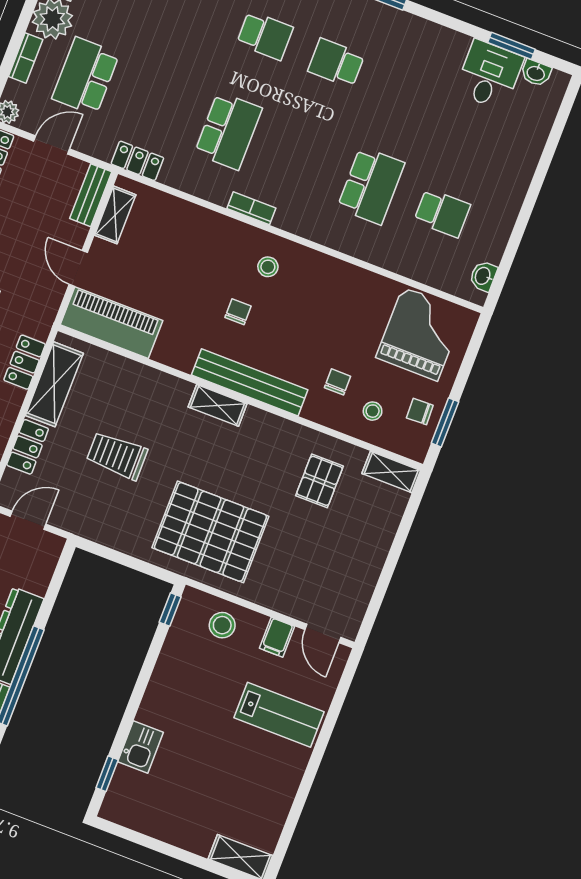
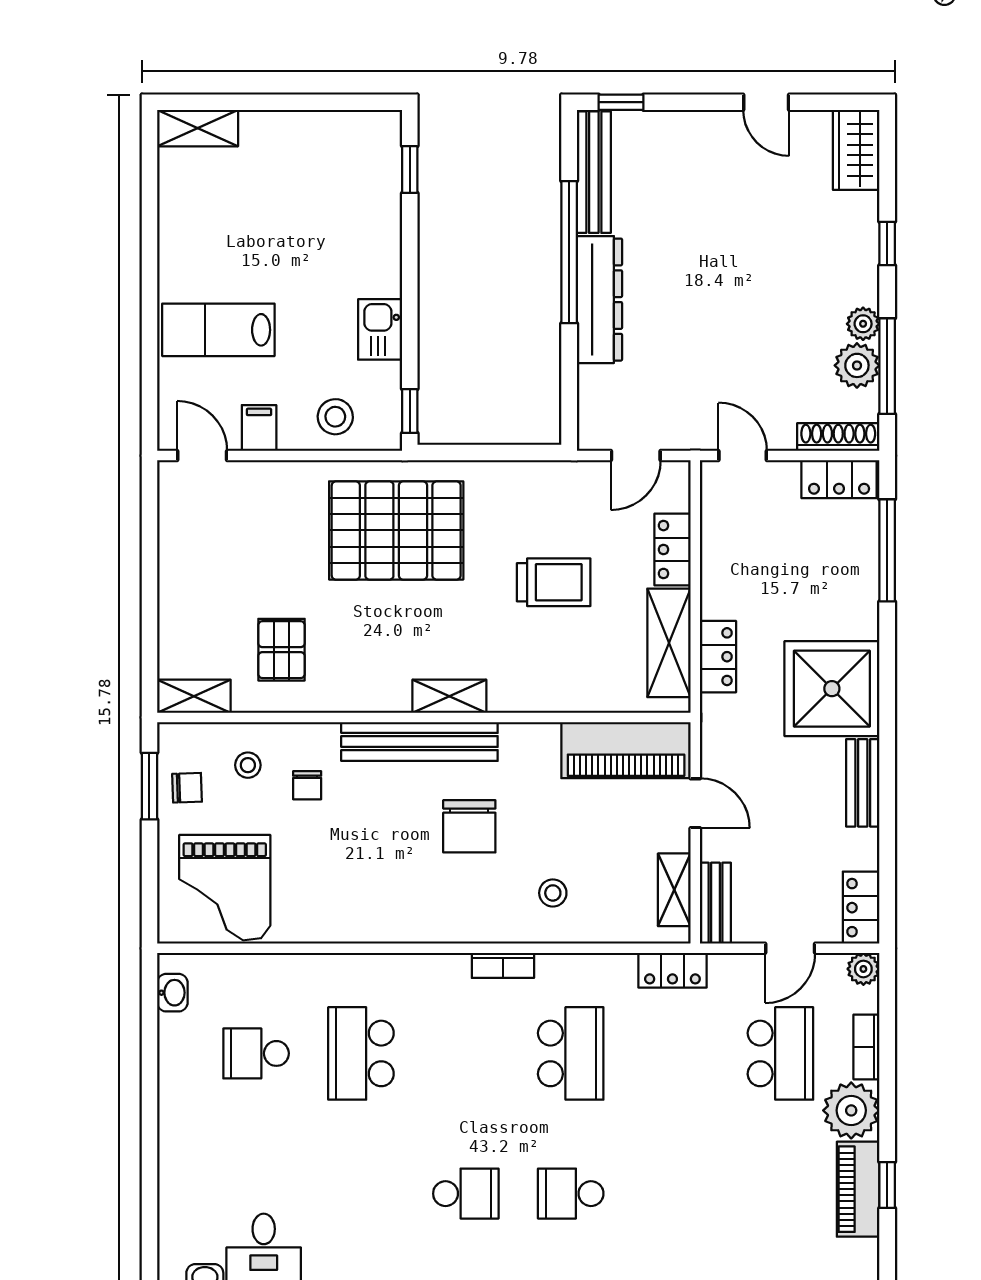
school desk: (228, 131) -> (571, 1053), turned 180
stool: (268, 267) -> (553, 893), moved
chair: (238, 312) -> (469, 826), width x1.87, depth x1.87
kitchen sink: (140, 747) -> (380, 329), moved

